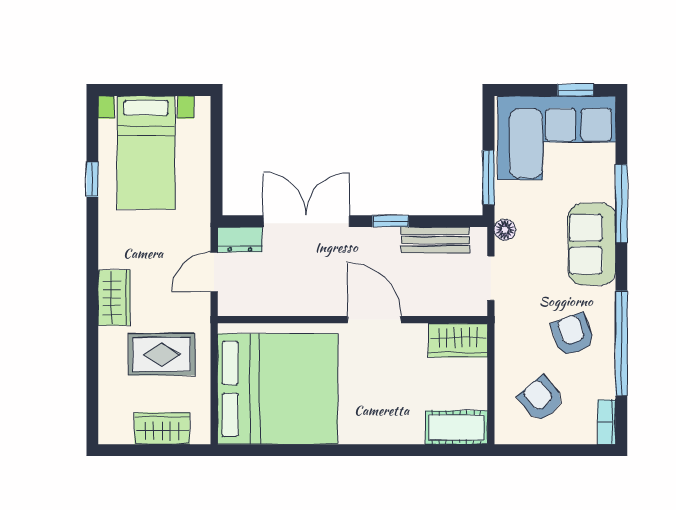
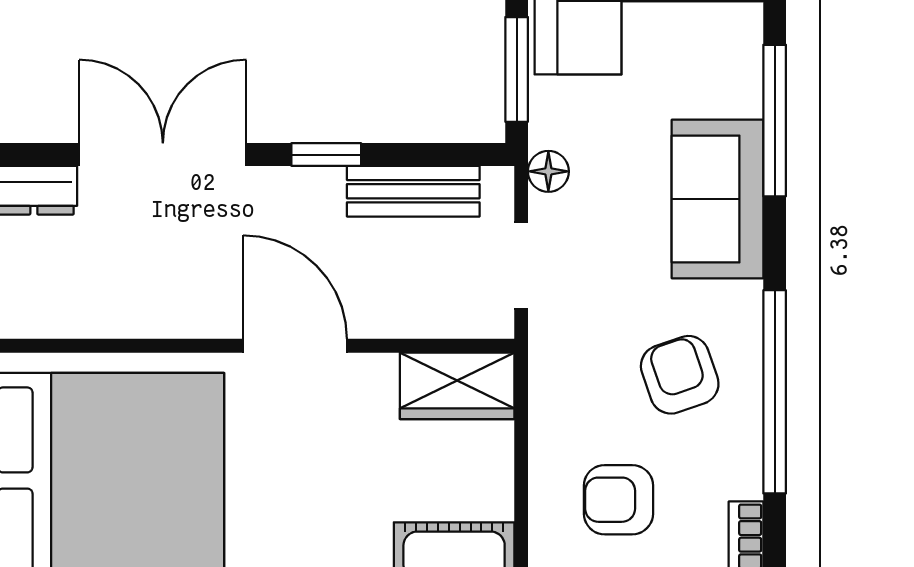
armchair: (541, 399) -> (618, 500), turned -50

